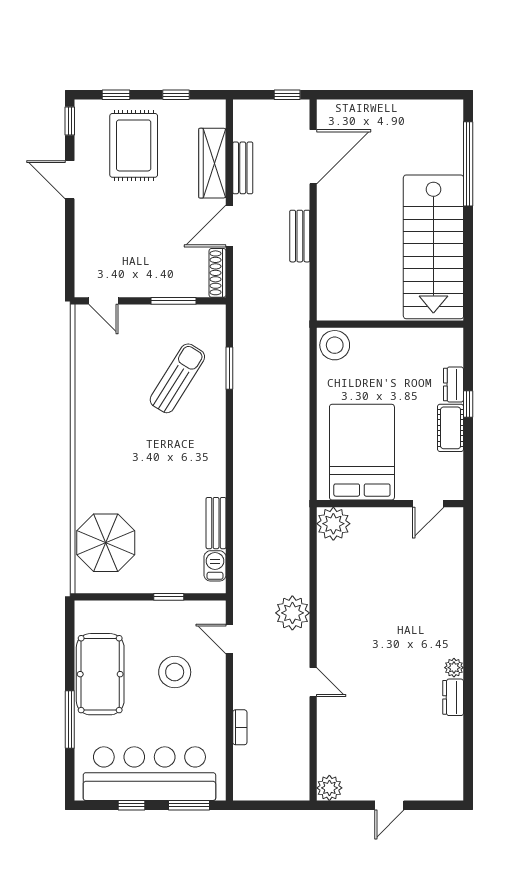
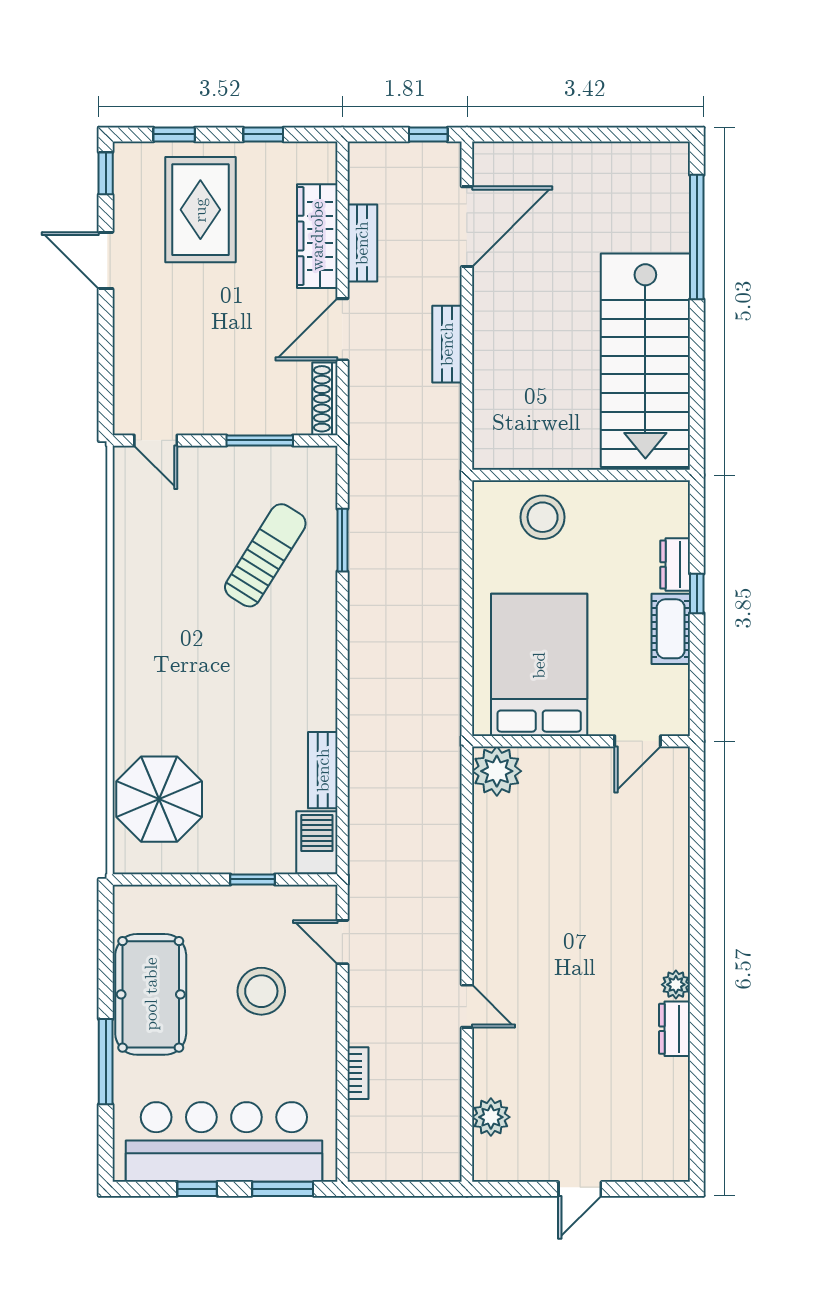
stool: (335, 345) -> (543, 517), moved
barbecue: (215, 566) -> (317, 842), width x1.38, depth x1.27
plant: (292, 613) -> (436, 903), removed
plant: (329, 788) -> (491, 1117), moved

